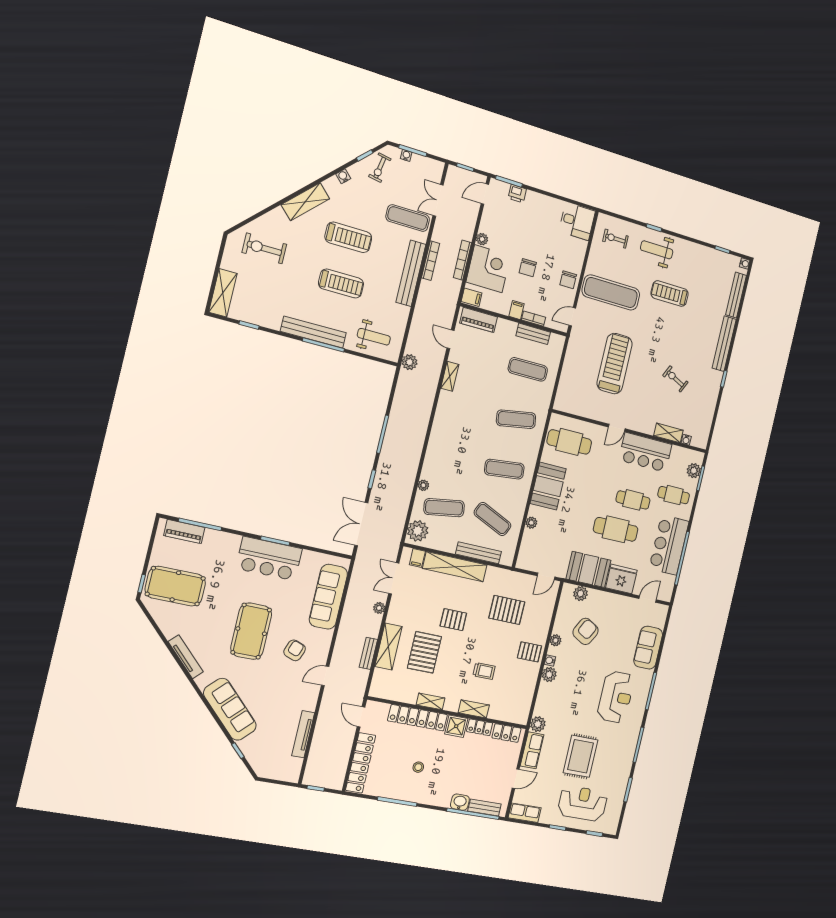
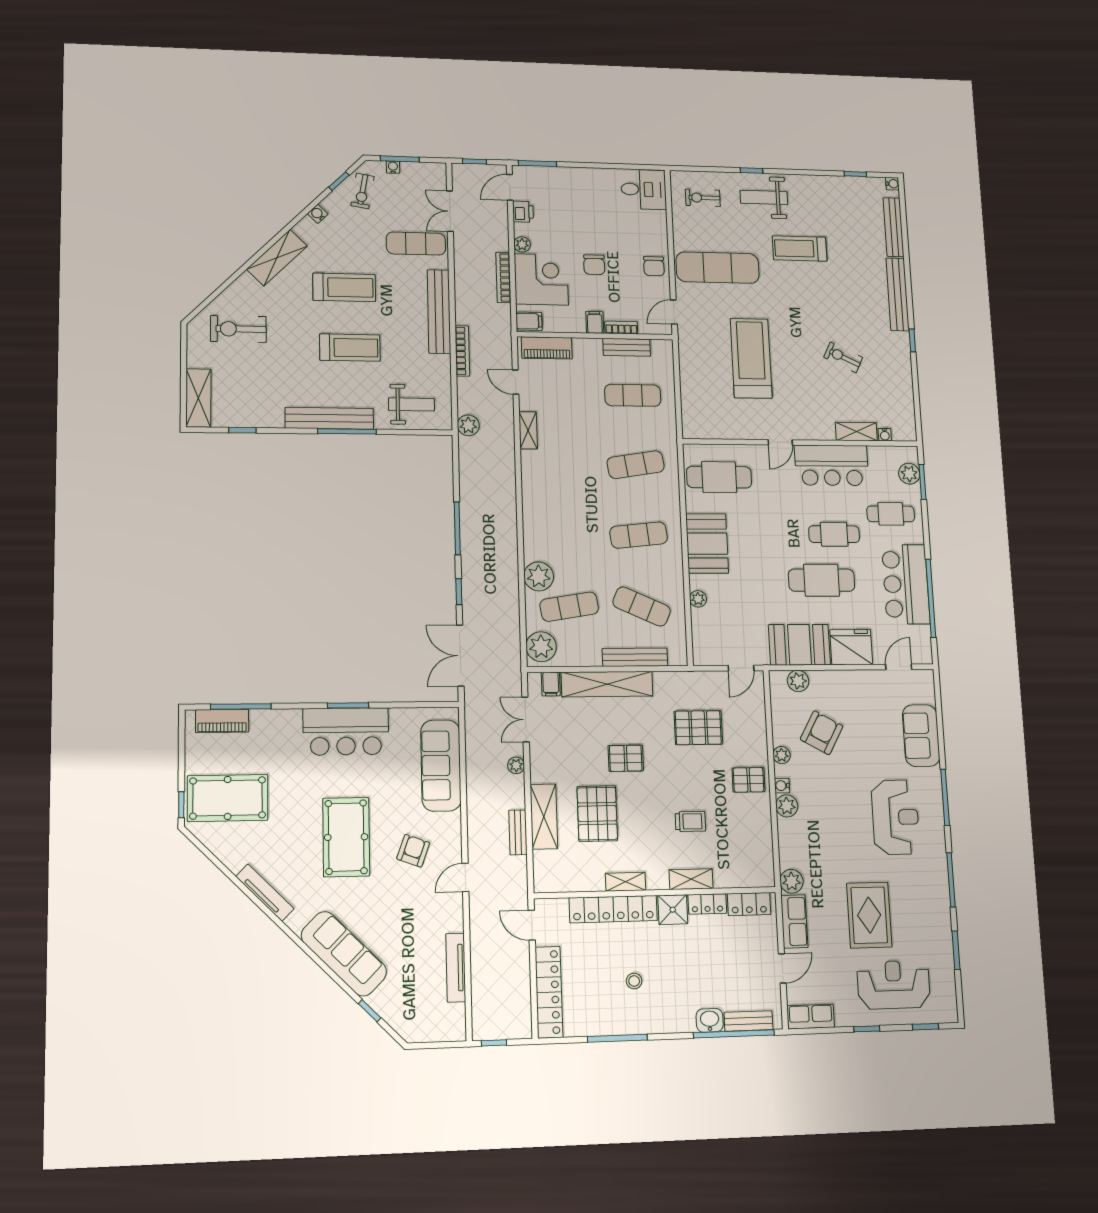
printer: (517, 194) -> (523, 212), moved, turned -90
bookcase: (431, 261) -> (462, 351), moved
plant: (423, 485) -> (539, 576), width x1.88, depth x1.88

